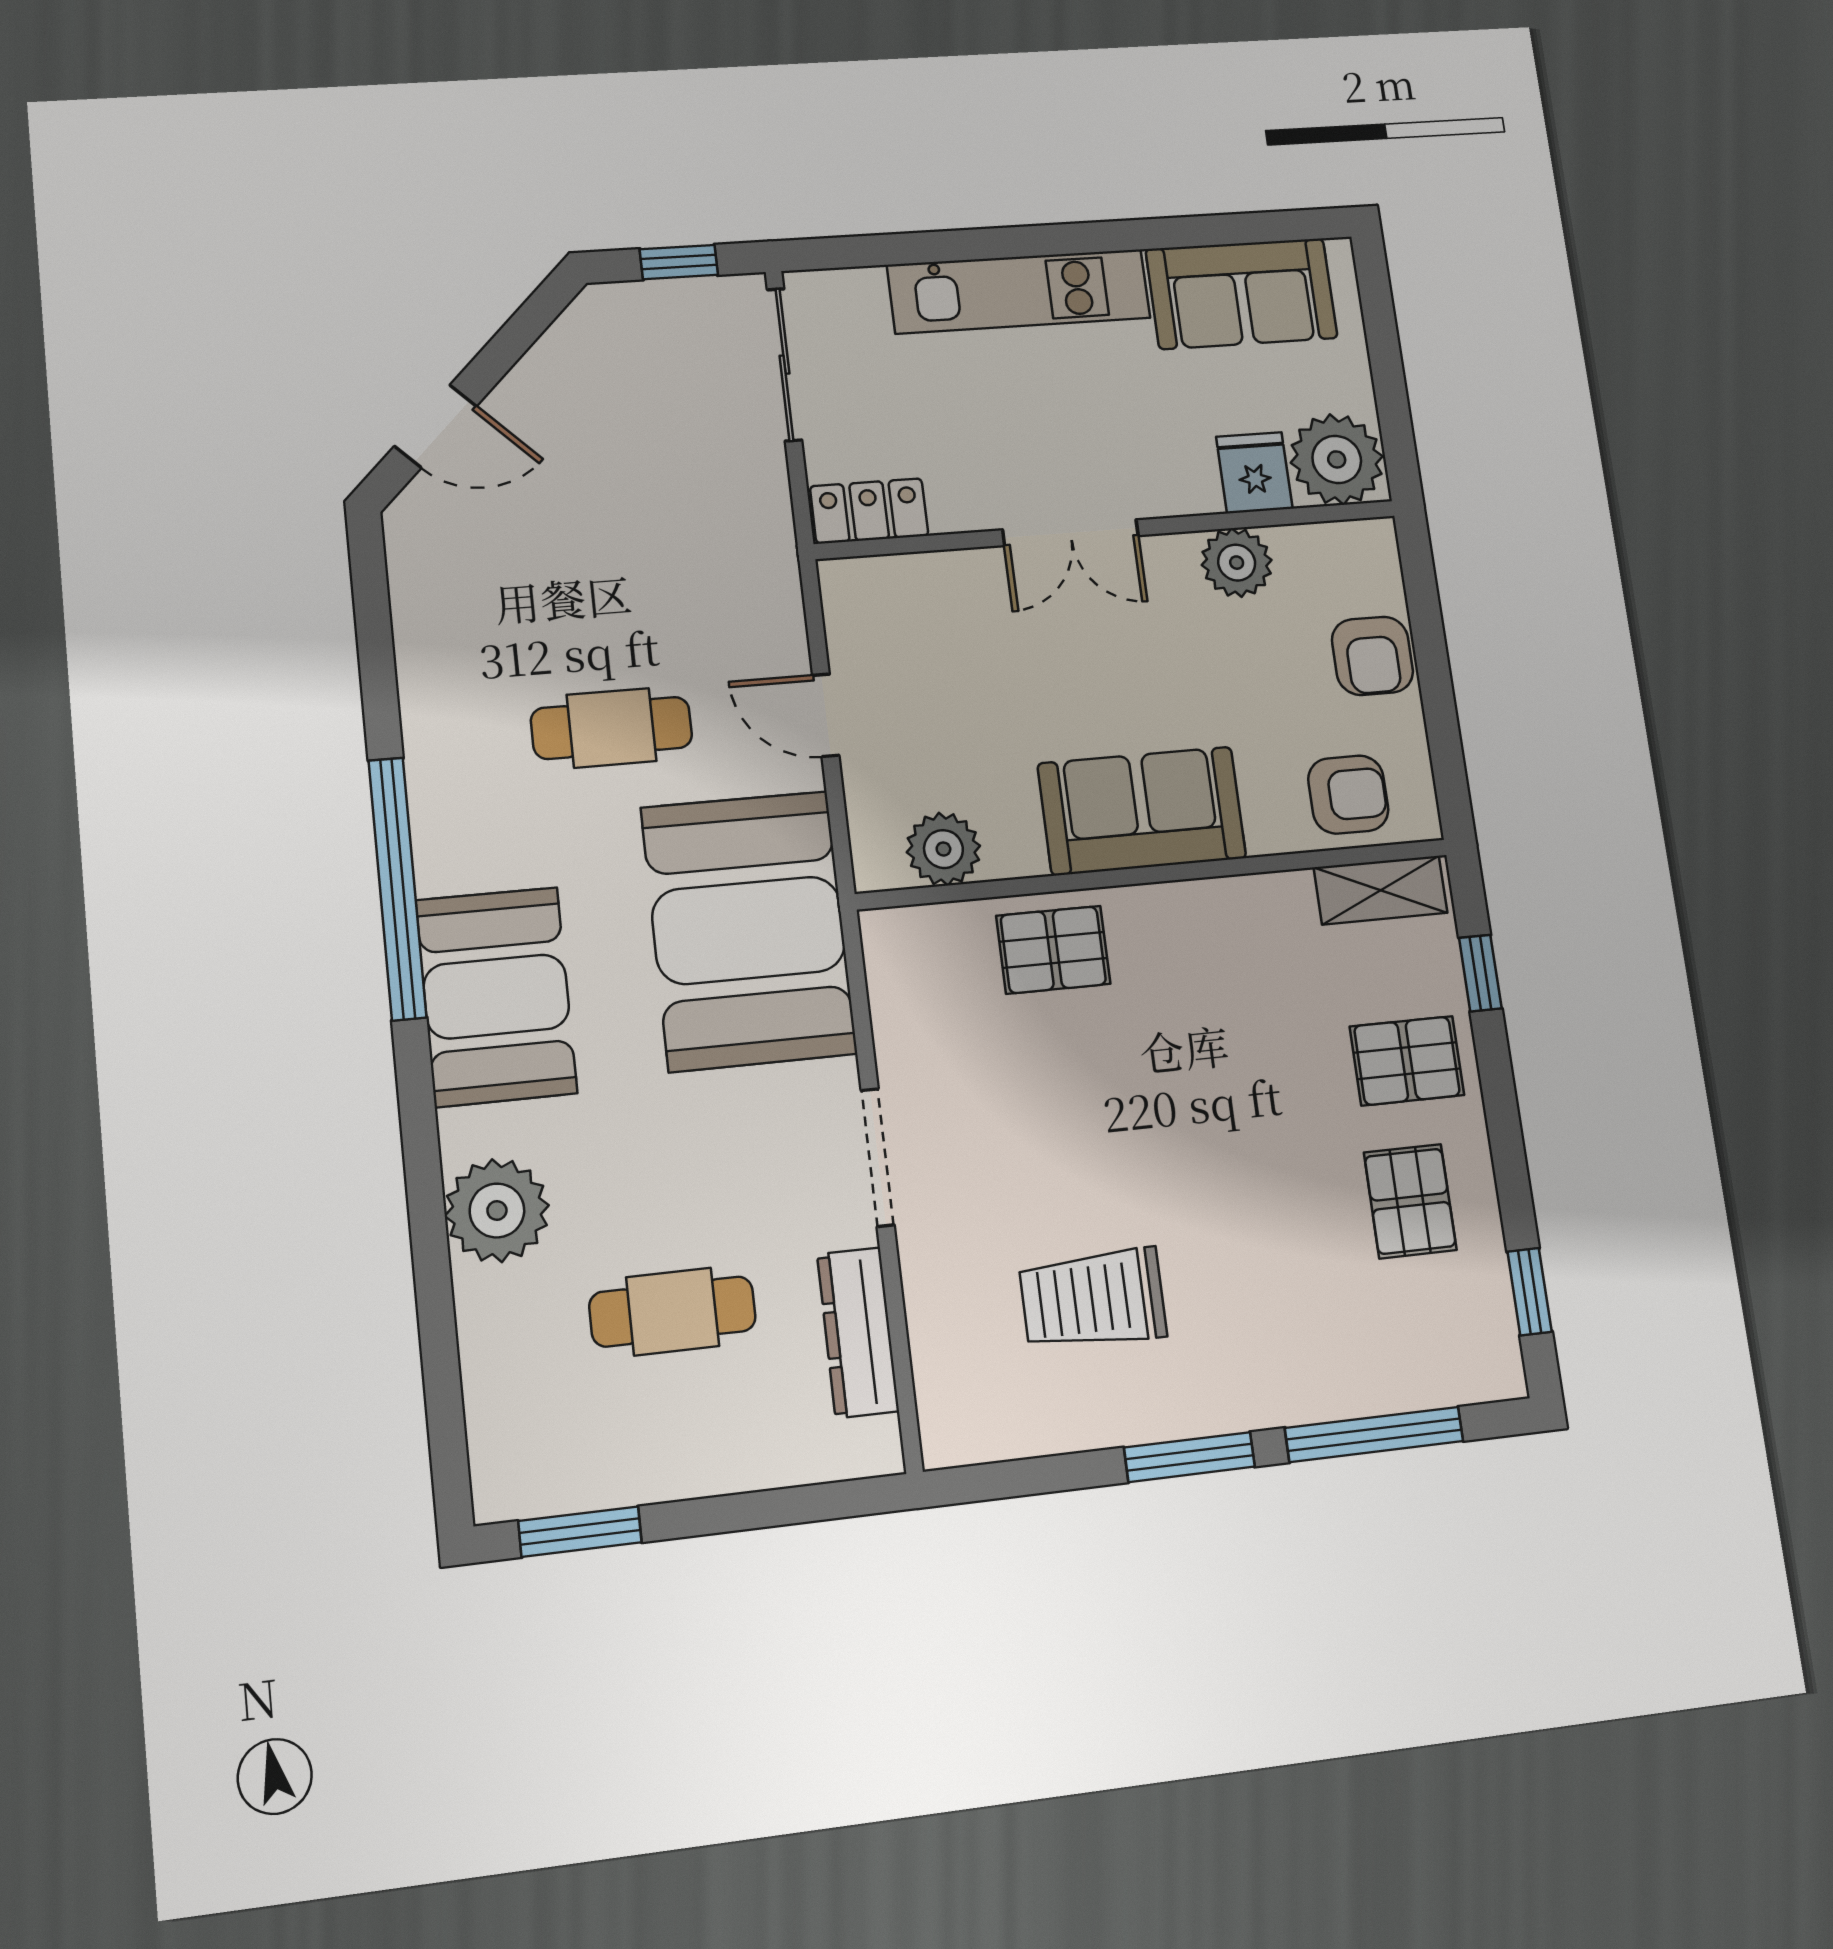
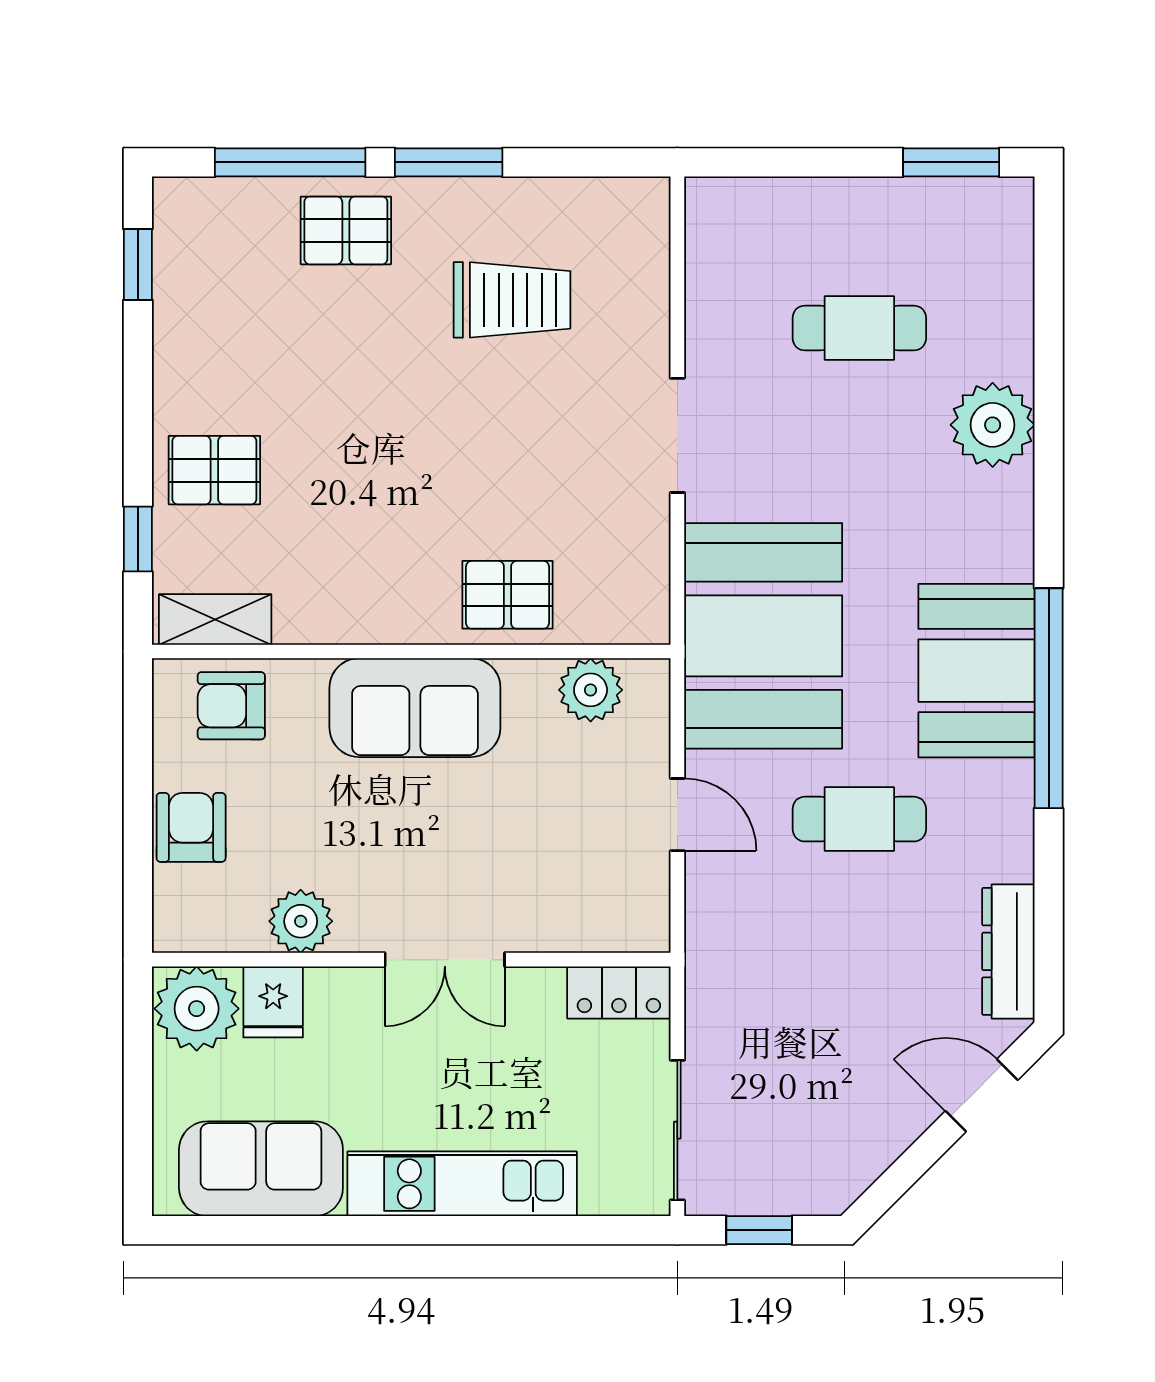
double door: (1071, 533) -> (445, 960), swing flipped
booth: (496, 997) -> (977, 671), moved
pallet: (1410, 1201) -> (346, 230), moved, turned 90
dresser: (858, 1332) -> (1008, 951), moved, turned 180

